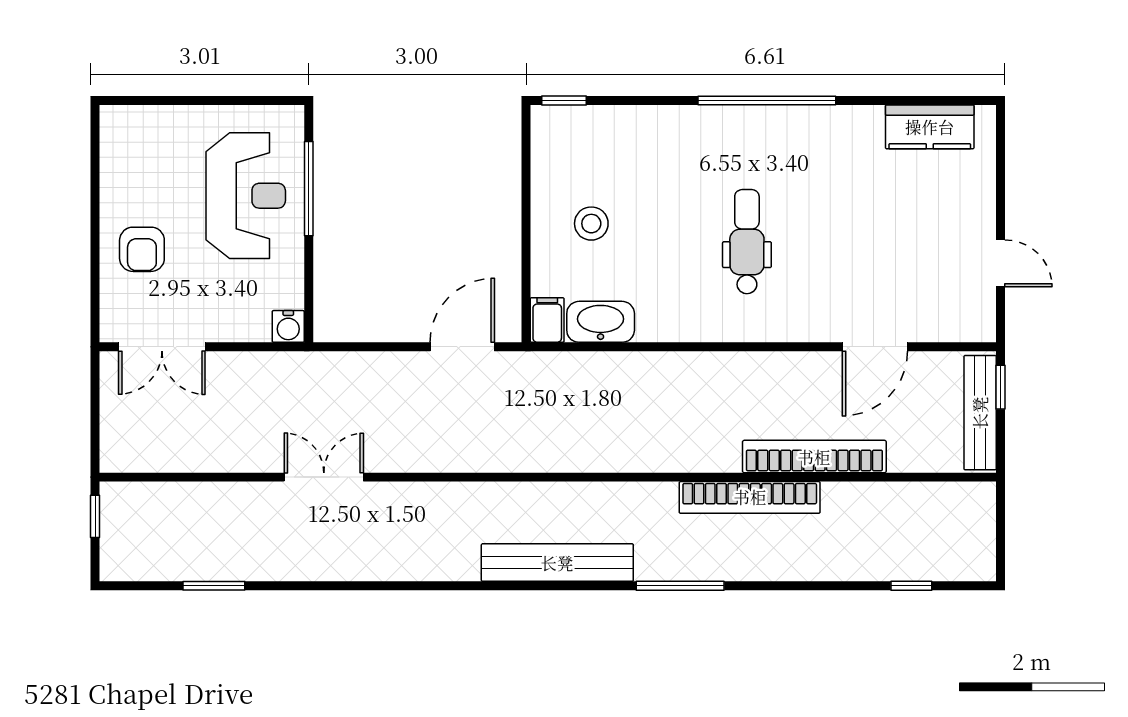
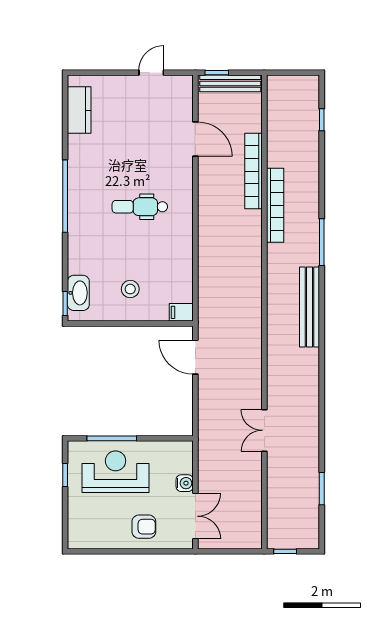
window: (239, 100) -> (65, 475), added
washbasin: (601, 322) -> (78, 293), moved, turned 180
water cooler: (288, 326) -> (185, 483), moved

